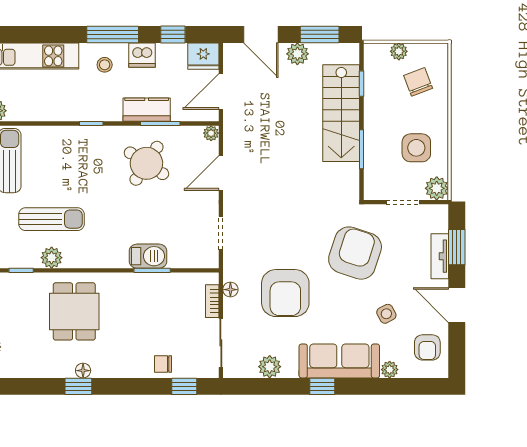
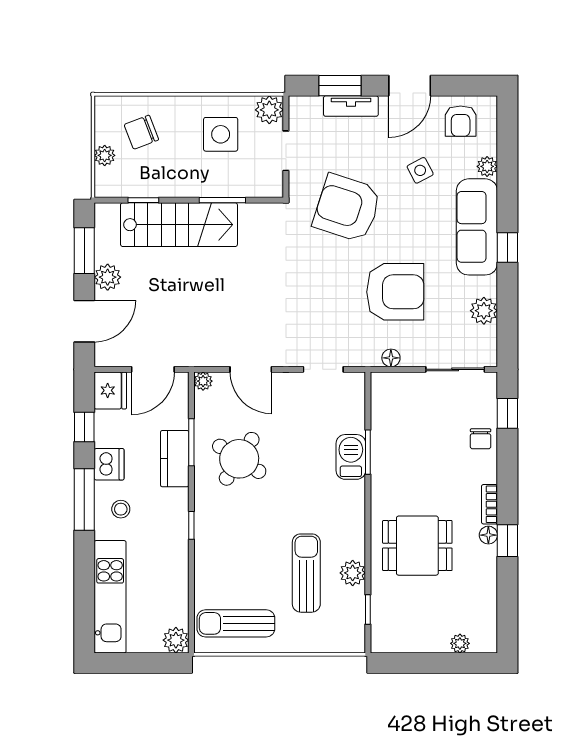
door: (221, 92) -> (153, 369), hinge flipped
bookcase: (212, 301) -> (489, 504), moved, turned 90
armchair: (427, 347) -> (461, 121), turned 90

